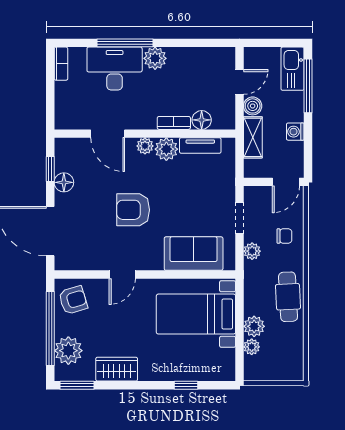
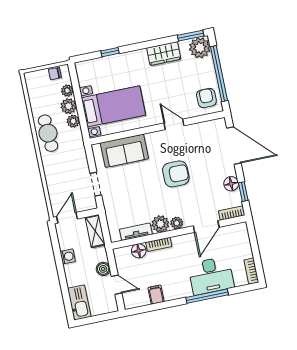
plant: (155, 58) -> (183, 289), removed
filing cabinet: (191, 59) -> (156, 295), added
door: (240, 82) -> (116, 285), swing flipped
window: (308, 86) -> (65, 292), removed
door: (108, 134) -> (206, 226), swing flipped
shelving: (253, 137) -> (95, 231), moved
bookcase: (71, 144) -> (232, 213), added
chair: (284, 236) -> (55, 74), moved
plant: (252, 251) -> (73, 121), moved
door: (122, 274) -> (174, 124), hinge flipped
armchair: (73, 300) -> (206, 98), turned 107
plant: (68, 351) -> (200, 48), moved

